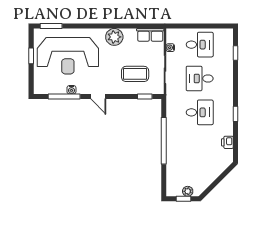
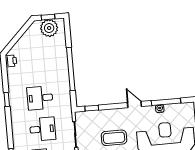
coffee table: (135, 74) -> (114, 138), moved
printer: (227, 142) -> (11, 61), moved
plant: (188, 191) -> (49, 28), width x1.88, depth x1.88

